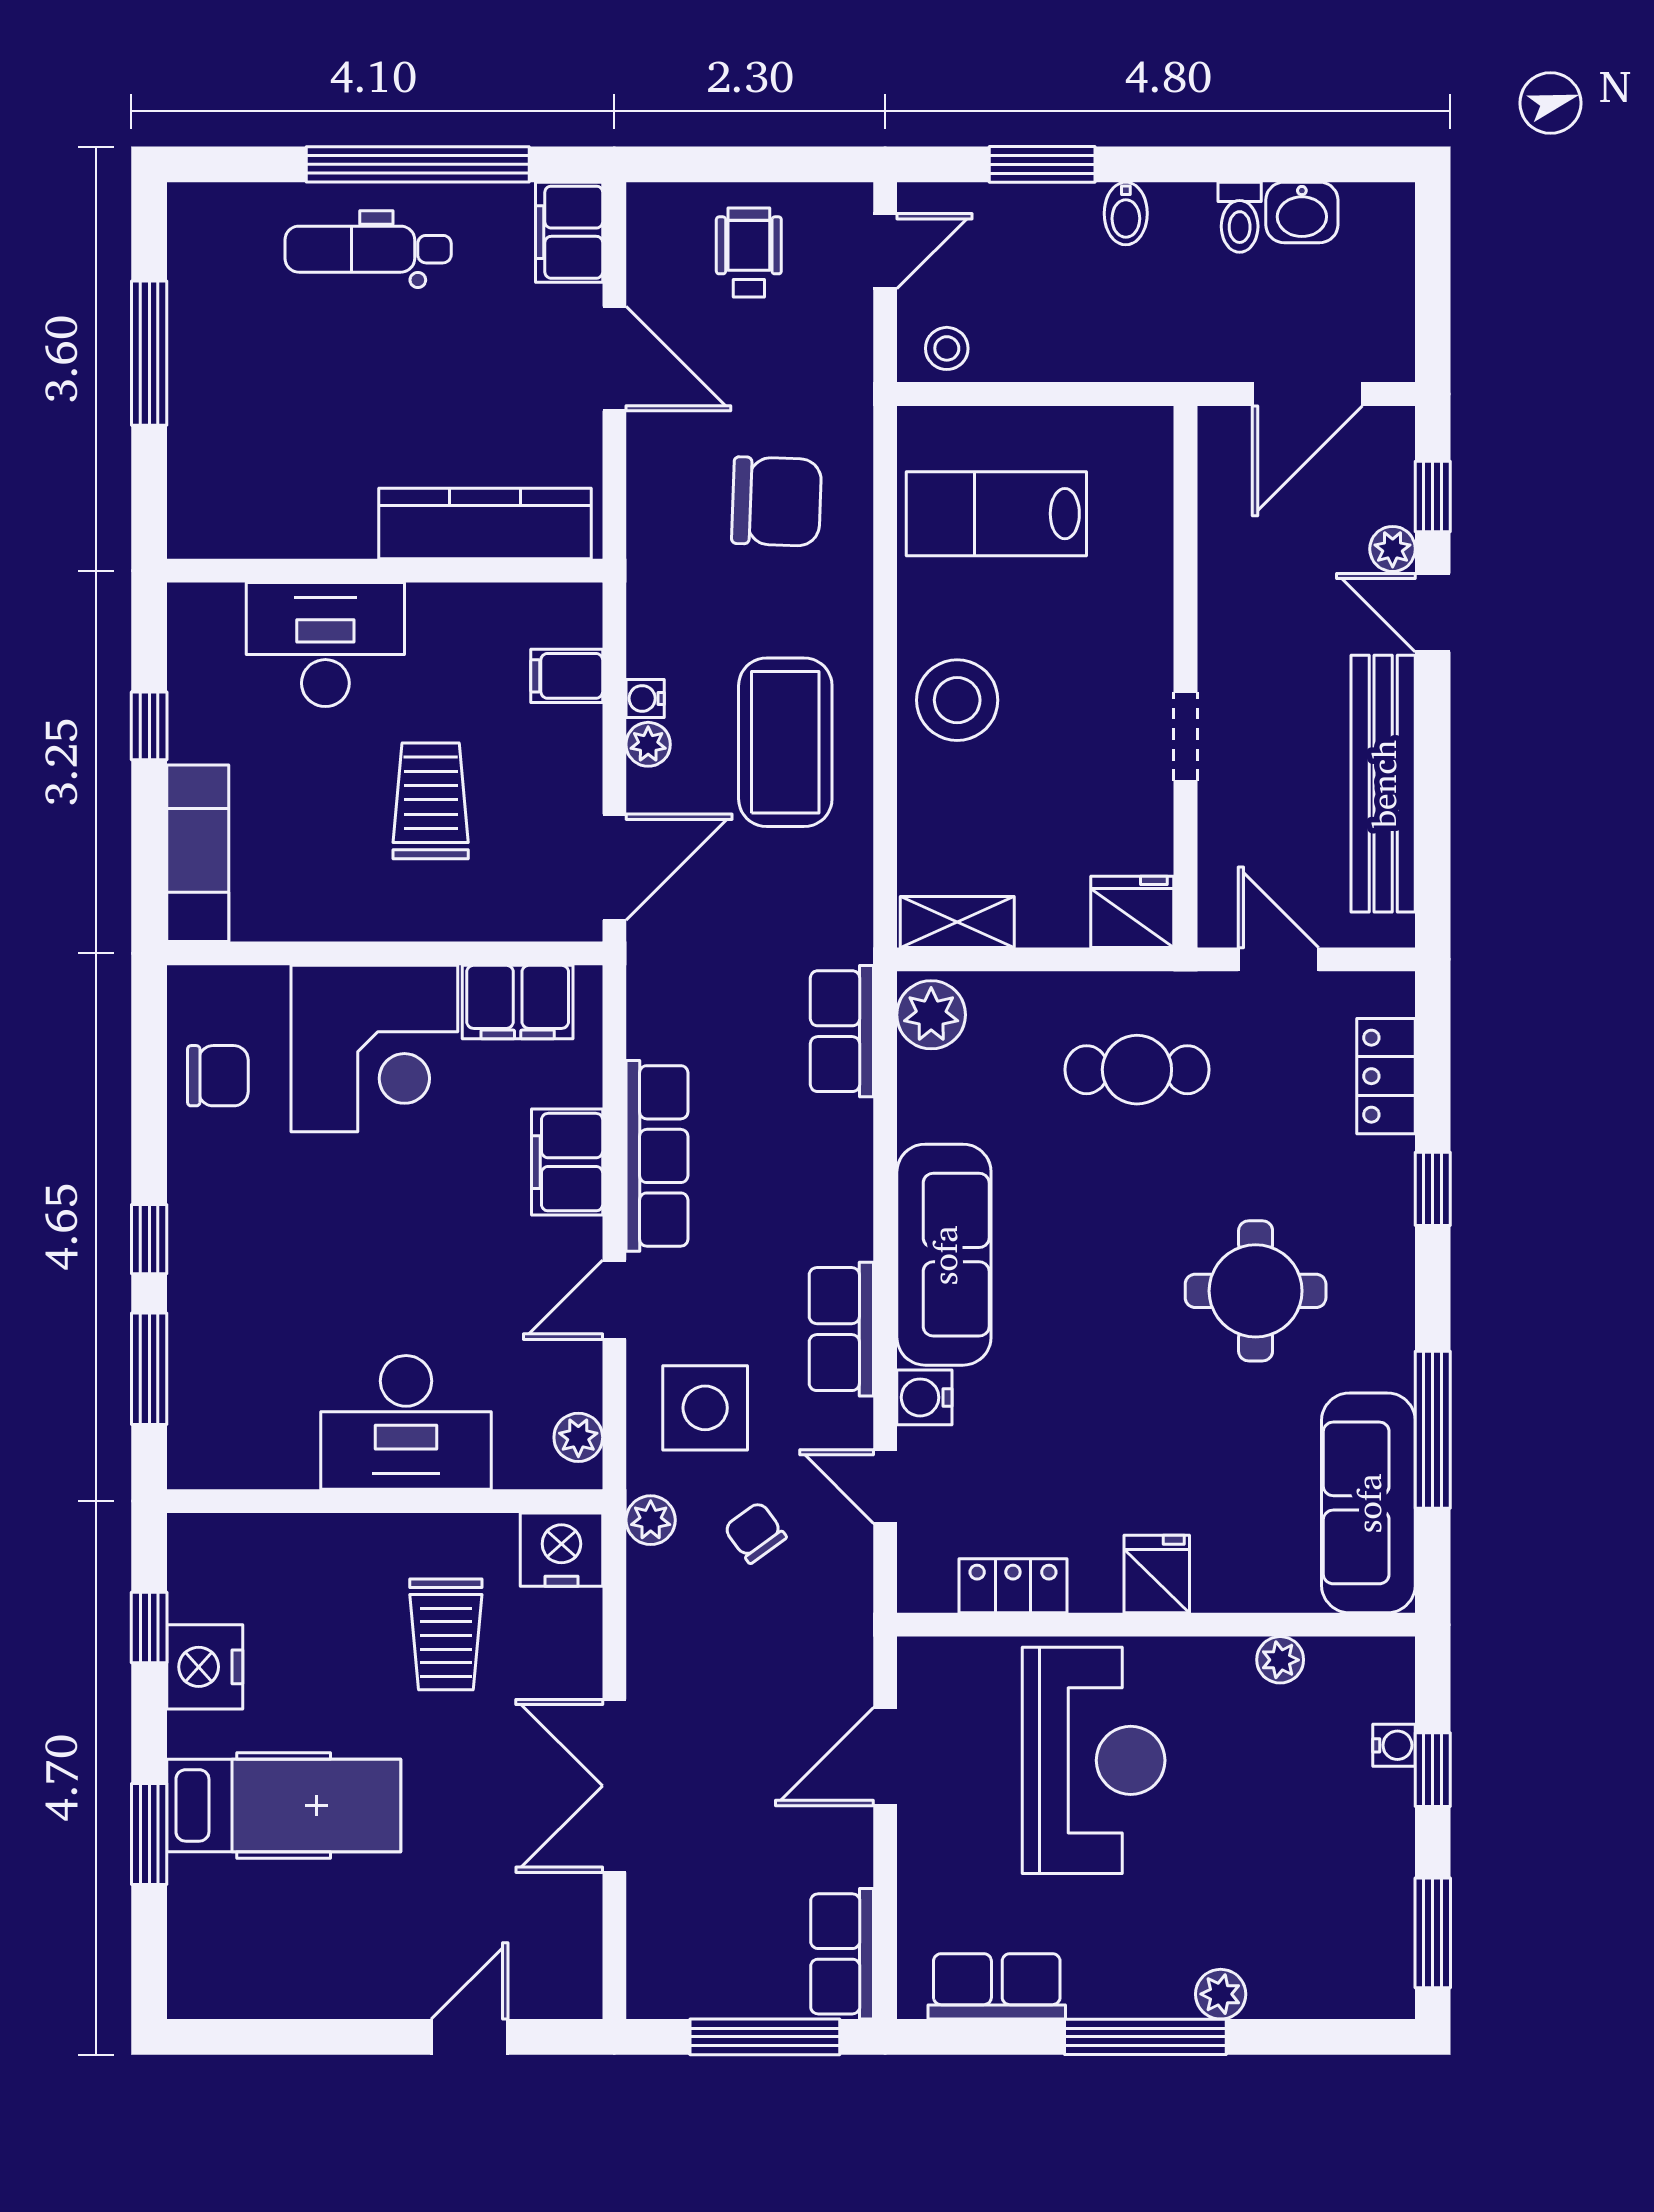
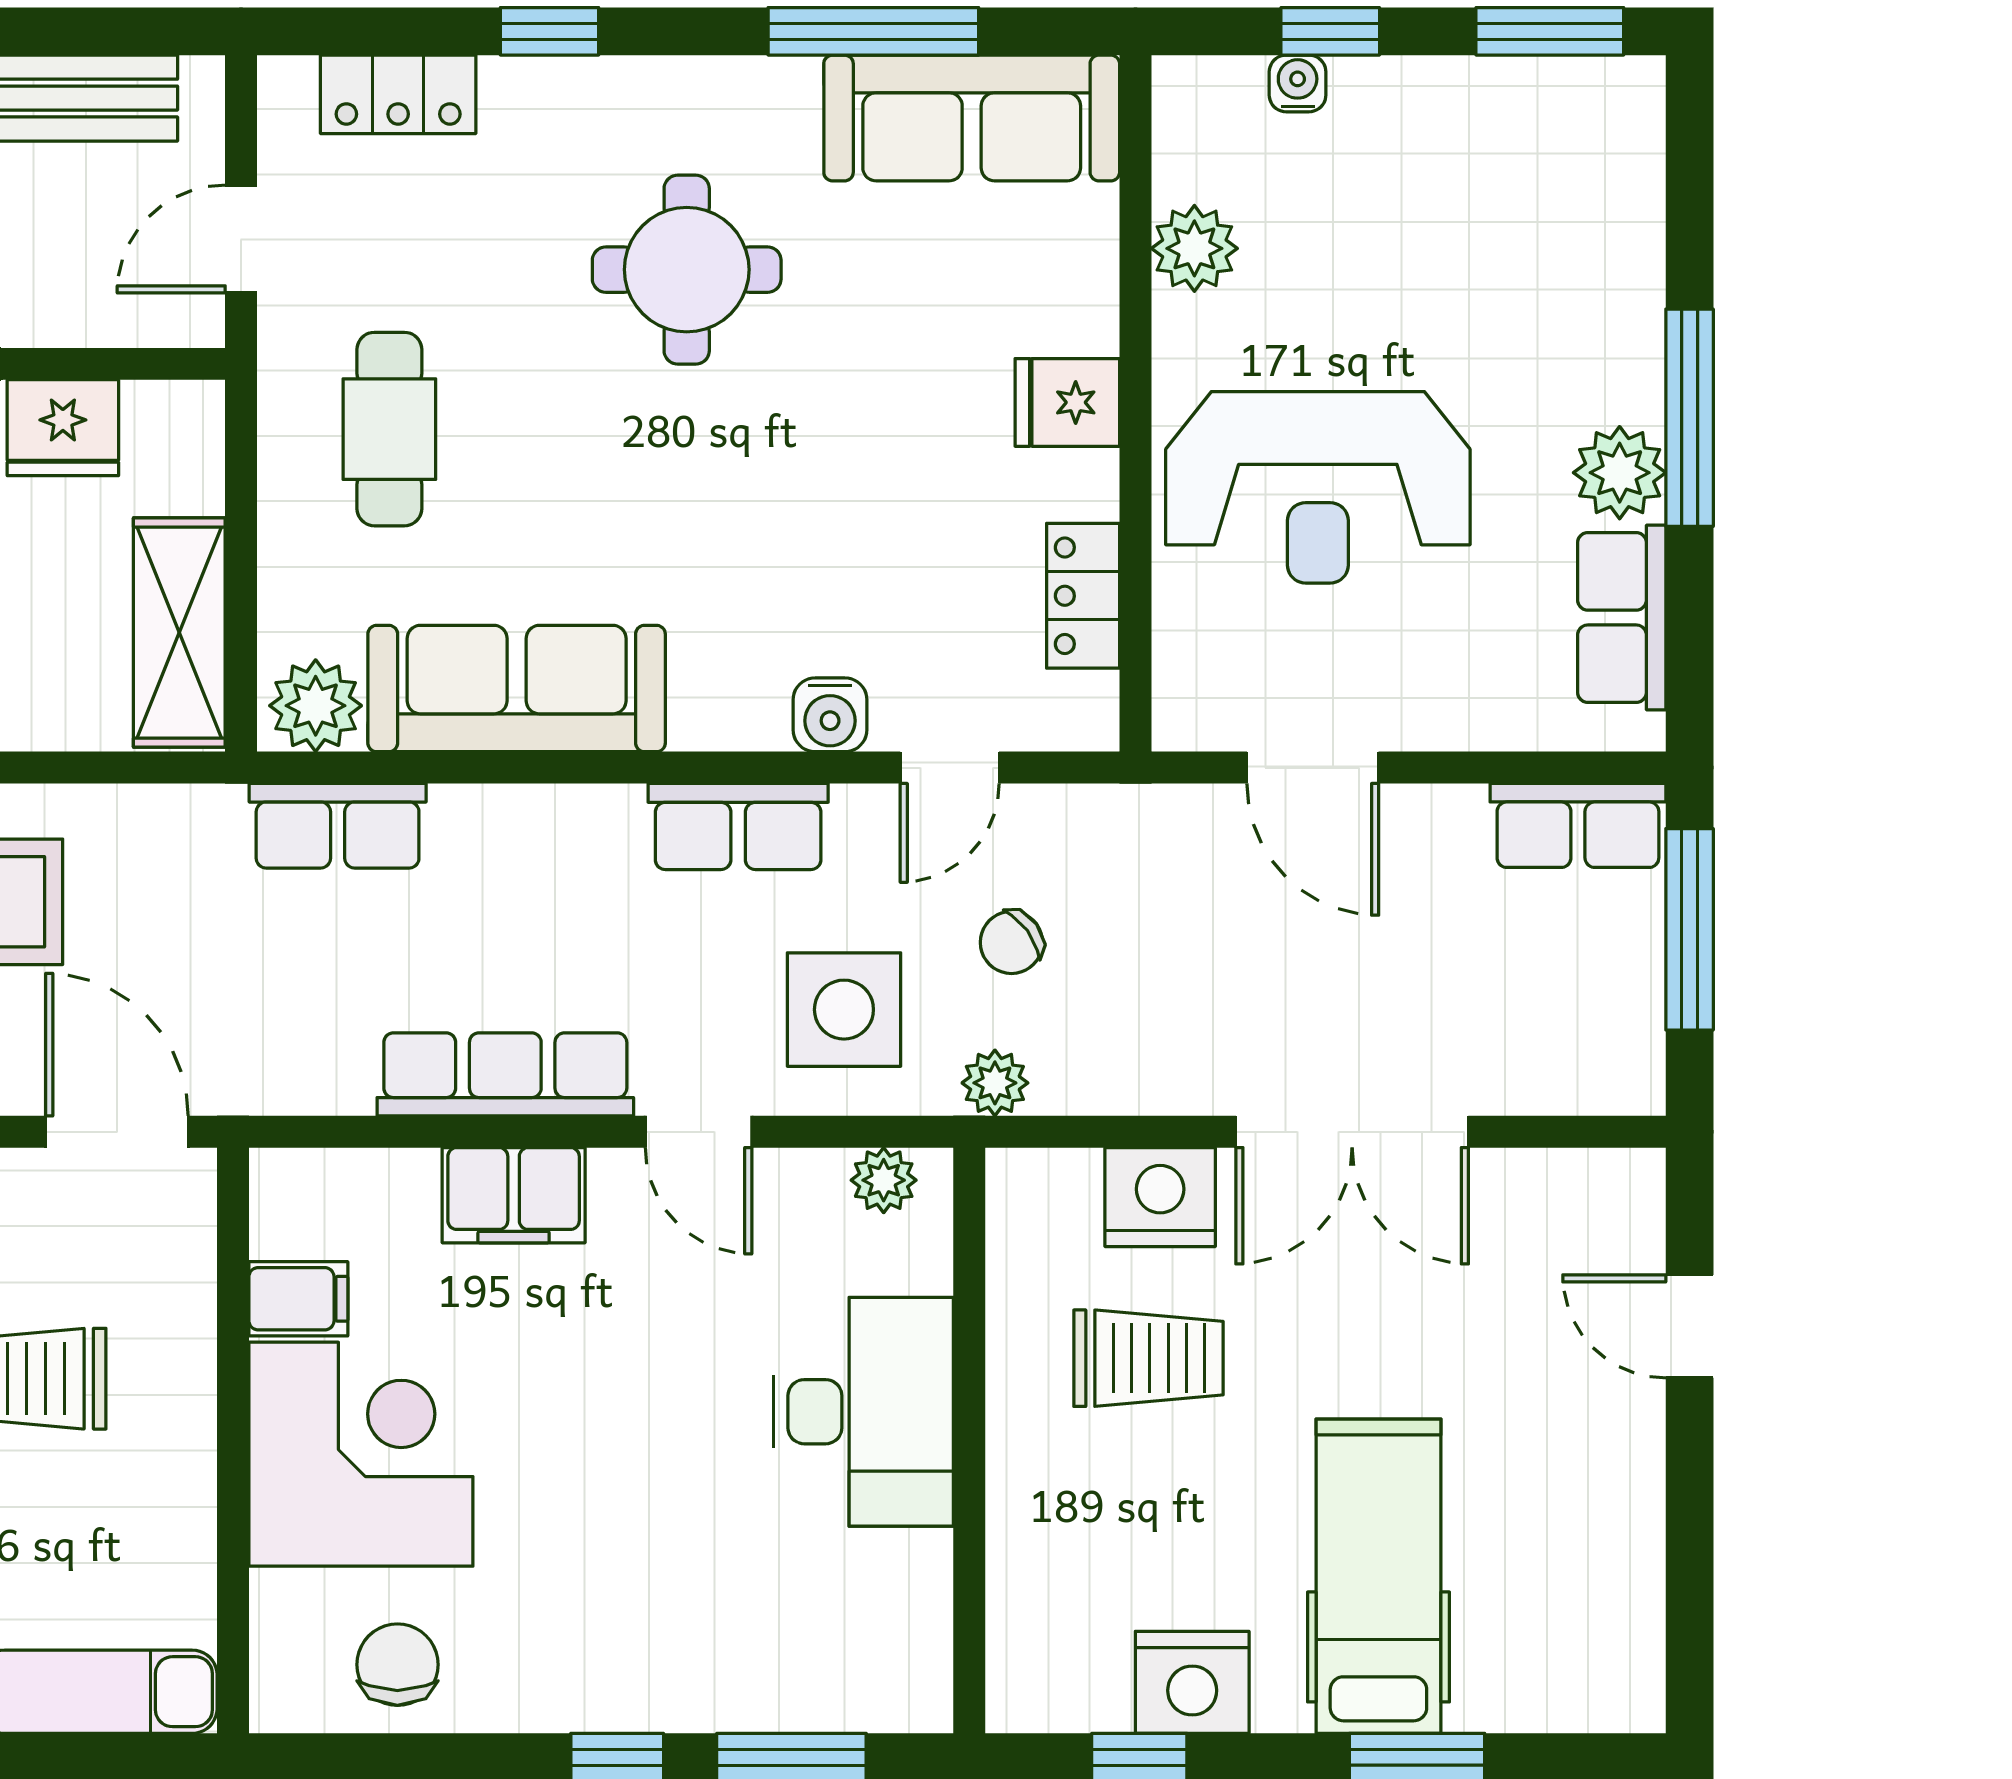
fridge: (1132, 912) -> (63, 428), moved, turned -90
shelving: (957, 922) -> (179, 633), width x1.50, depth x1.33
filing cabinet: (518, 1002) -> (298, 1299), width x0.50
sofa: (944, 1255) -> (517, 689), moved
nightstand: (561, 1550) -> (1160, 1197), moved, turned 90
plant: (1280, 1660) -> (1194, 248), width x1.38, depth x1.38
reception desk: (1094, 1760) -> (1318, 487), turned 180
plant: (1221, 1994) -> (1620, 473), moved, width x1.38, depth x1.38

